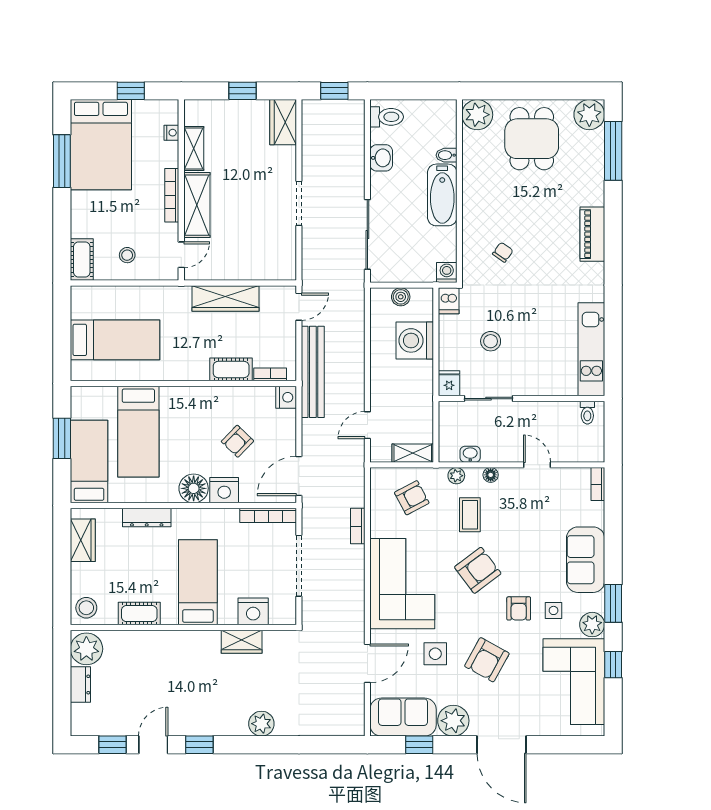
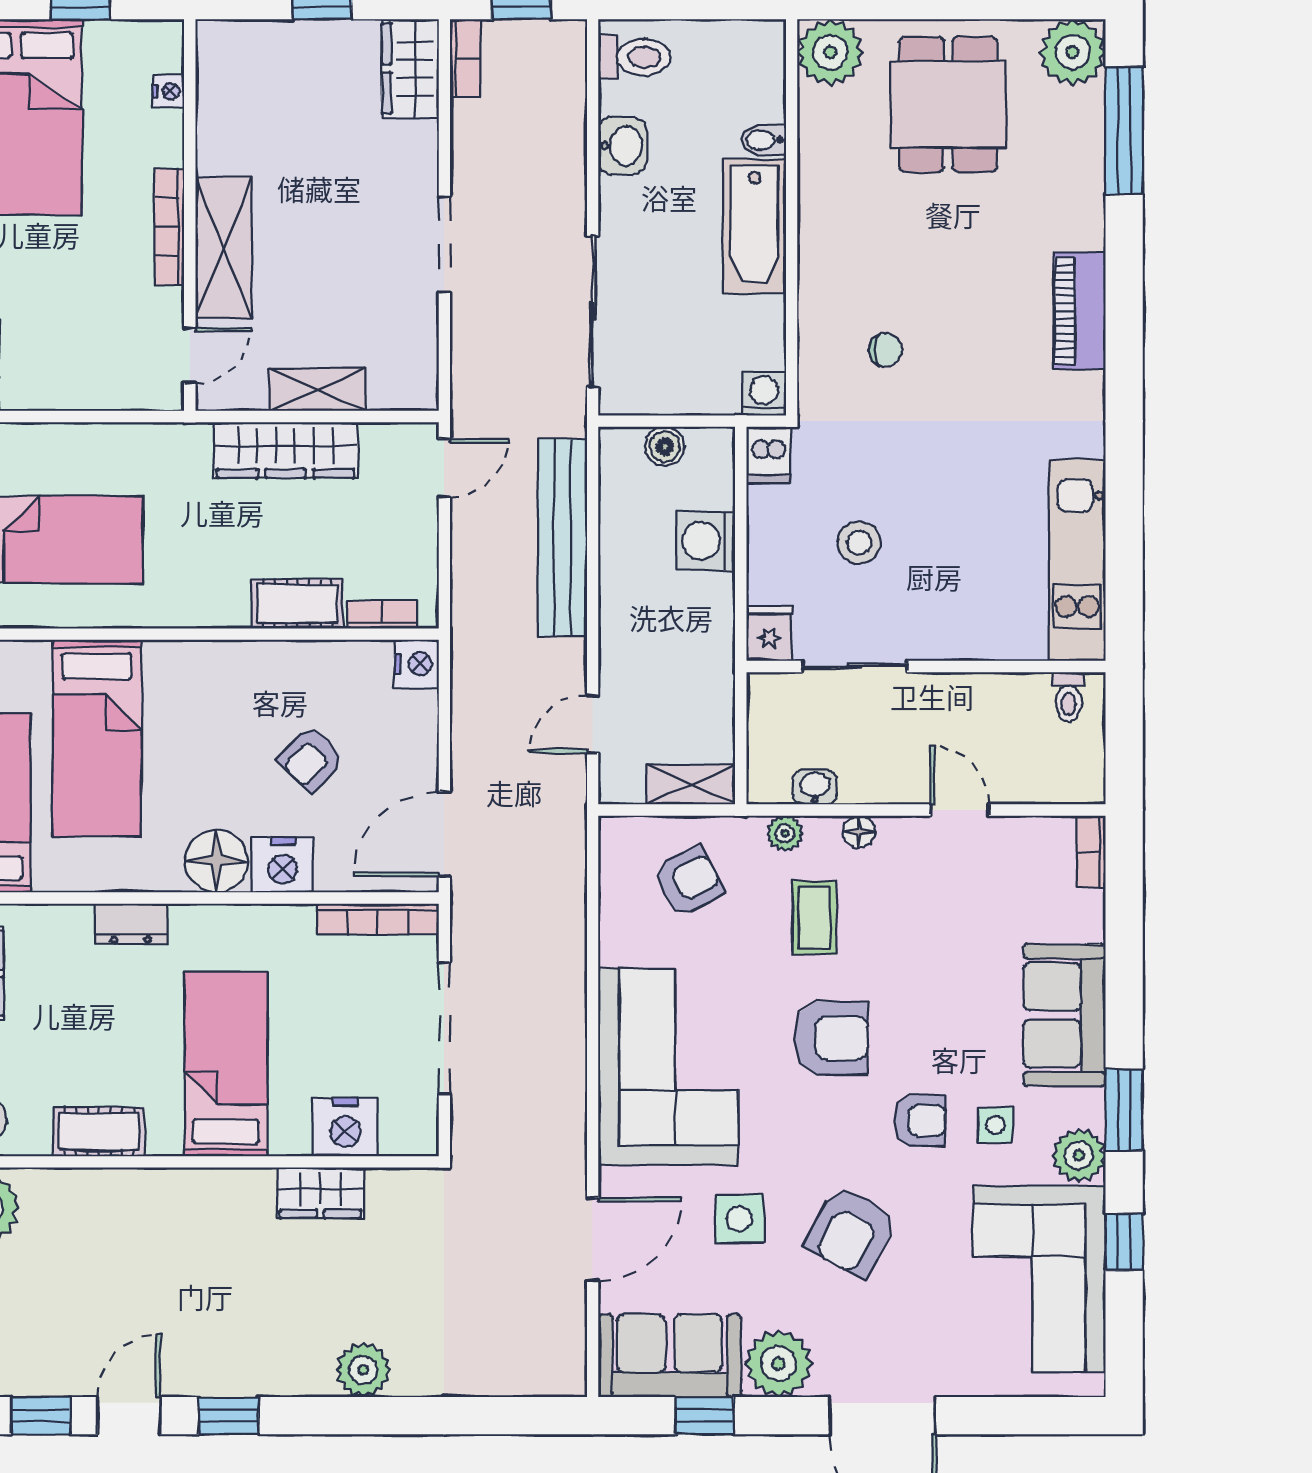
shelving: (194, 149) -> (317, 389), moved, turned 90
chair: (503, 252) -> (886, 350), turned 55
stool: (127, 255) -> (73, 356), removed
washing machine: (415, 340) -> (706, 541), width x0.73, depth x0.73
bench: (313, 372) -> (562, 537), moved
dresser: (147, 518) -> (131, 924), width x0.70
bookcase: (358, 526) -> (465, 58), moved, turned 180
armchair: (478, 570) -> (831, 1038), turned 37
armchair: (519, 608) -> (920, 1121), turned -90

